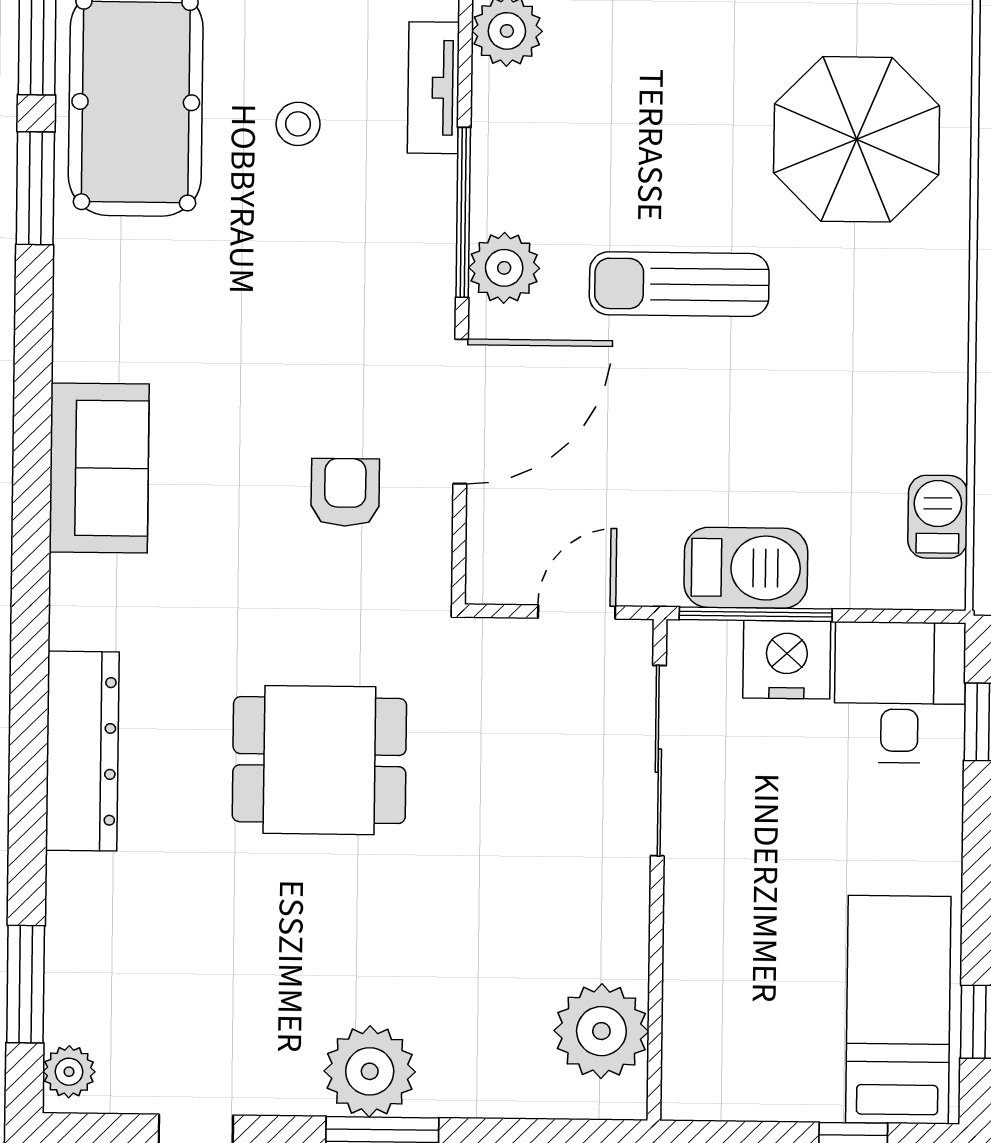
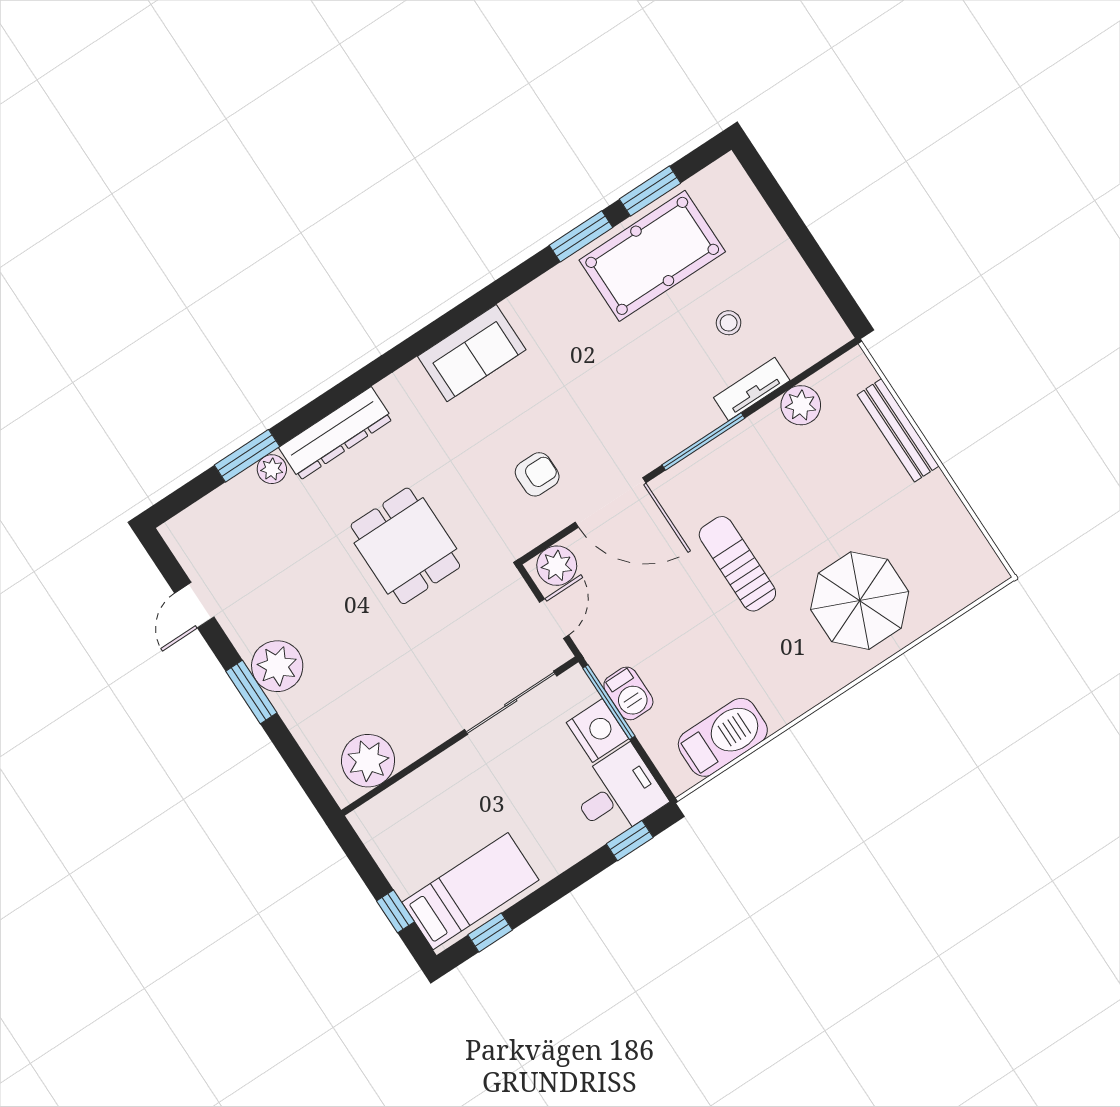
stool: (298, 124) -> (729, 323), moved
plant: (504, 268) -> (557, 566), moved
barbecue: (938, 517) -> (723, 737), width x1.88, depth x1.53
barbecue: (746, 568) -> (628, 693), width x0.73, depth x0.79
door: (577, 612) -> (554, 619), hinge flipped
window: (26, 984) -> (247, 456), moved
plant: (69, 1072) -> (272, 469), moved

